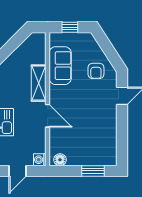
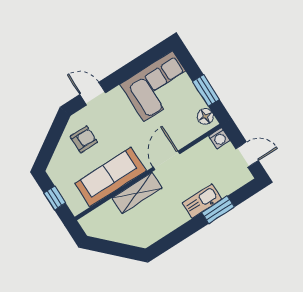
sofa: (60, 66) -> (110, 177), width x1.36
corner sofa: (100, 142) -> (158, 86), added
window: (93, 171) -> (206, 90), moved

